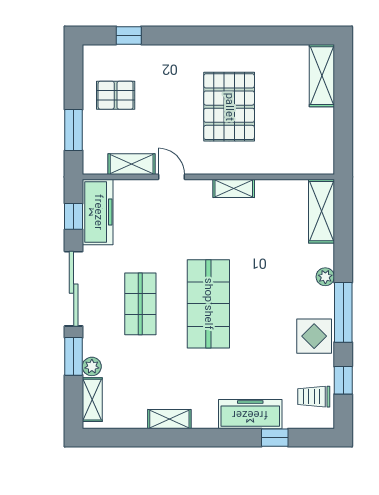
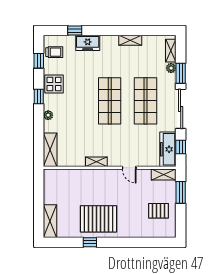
window: (129, 35) -> (90, 242), moved
pallet: (229, 107) -> (99, 219), moved, turned 90
shelving: (132, 164) -> (164, 174), moved
shop shelf: (140, 304) -> (146, 101), width x1.43, depth x1.36
window: (343, 312) -> (39, 96), width x0.46
freezer: (250, 414) -> (88, 43), width x0.71

